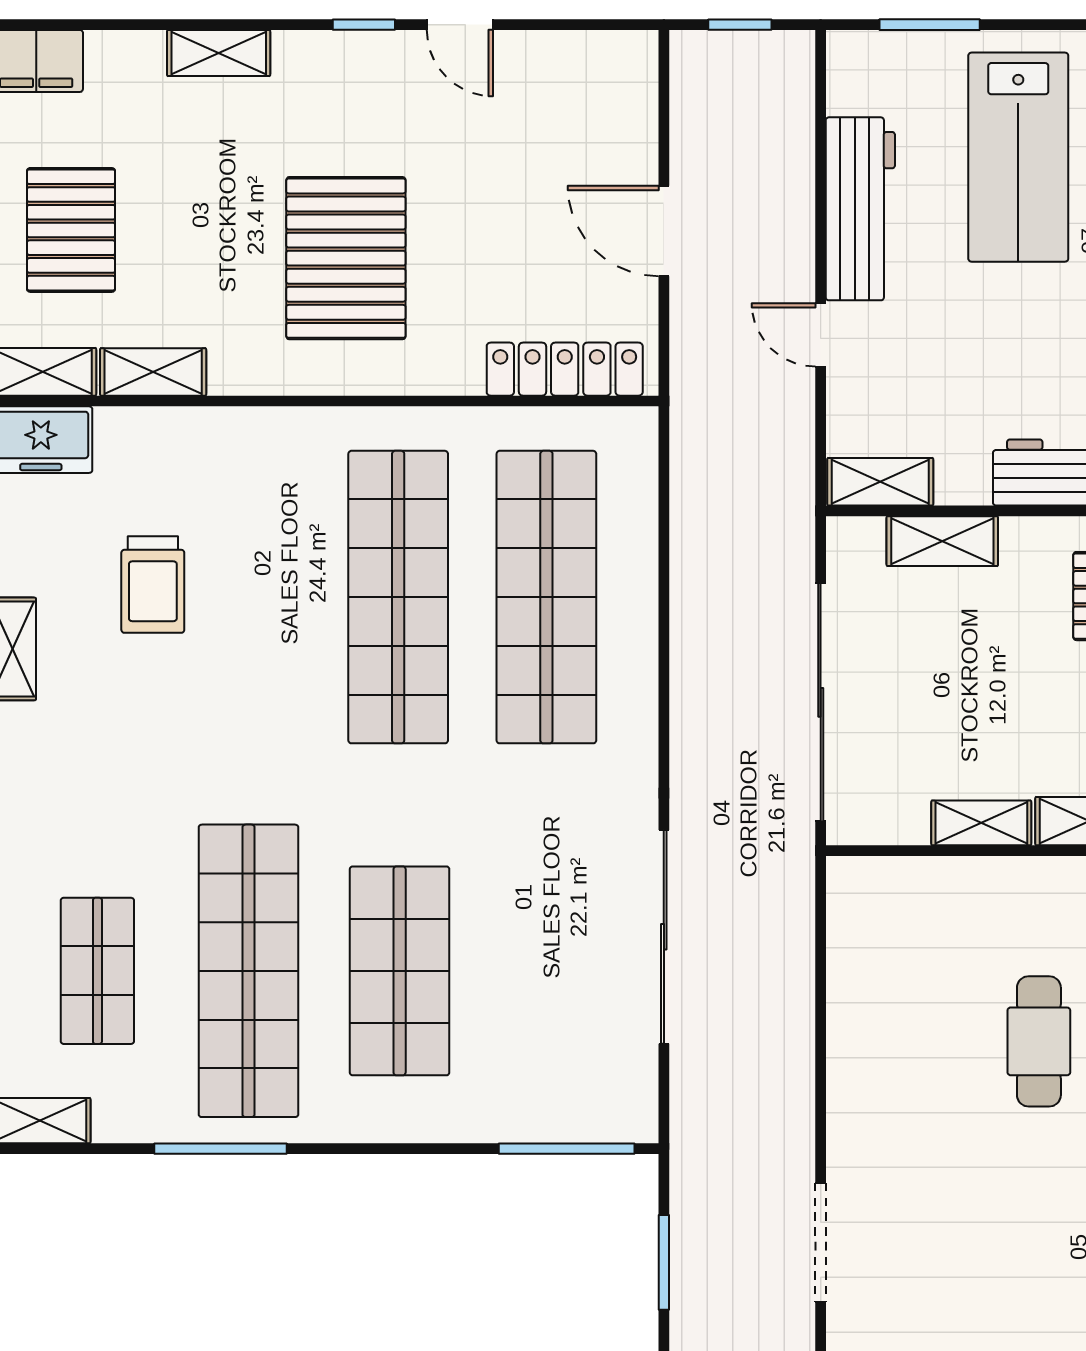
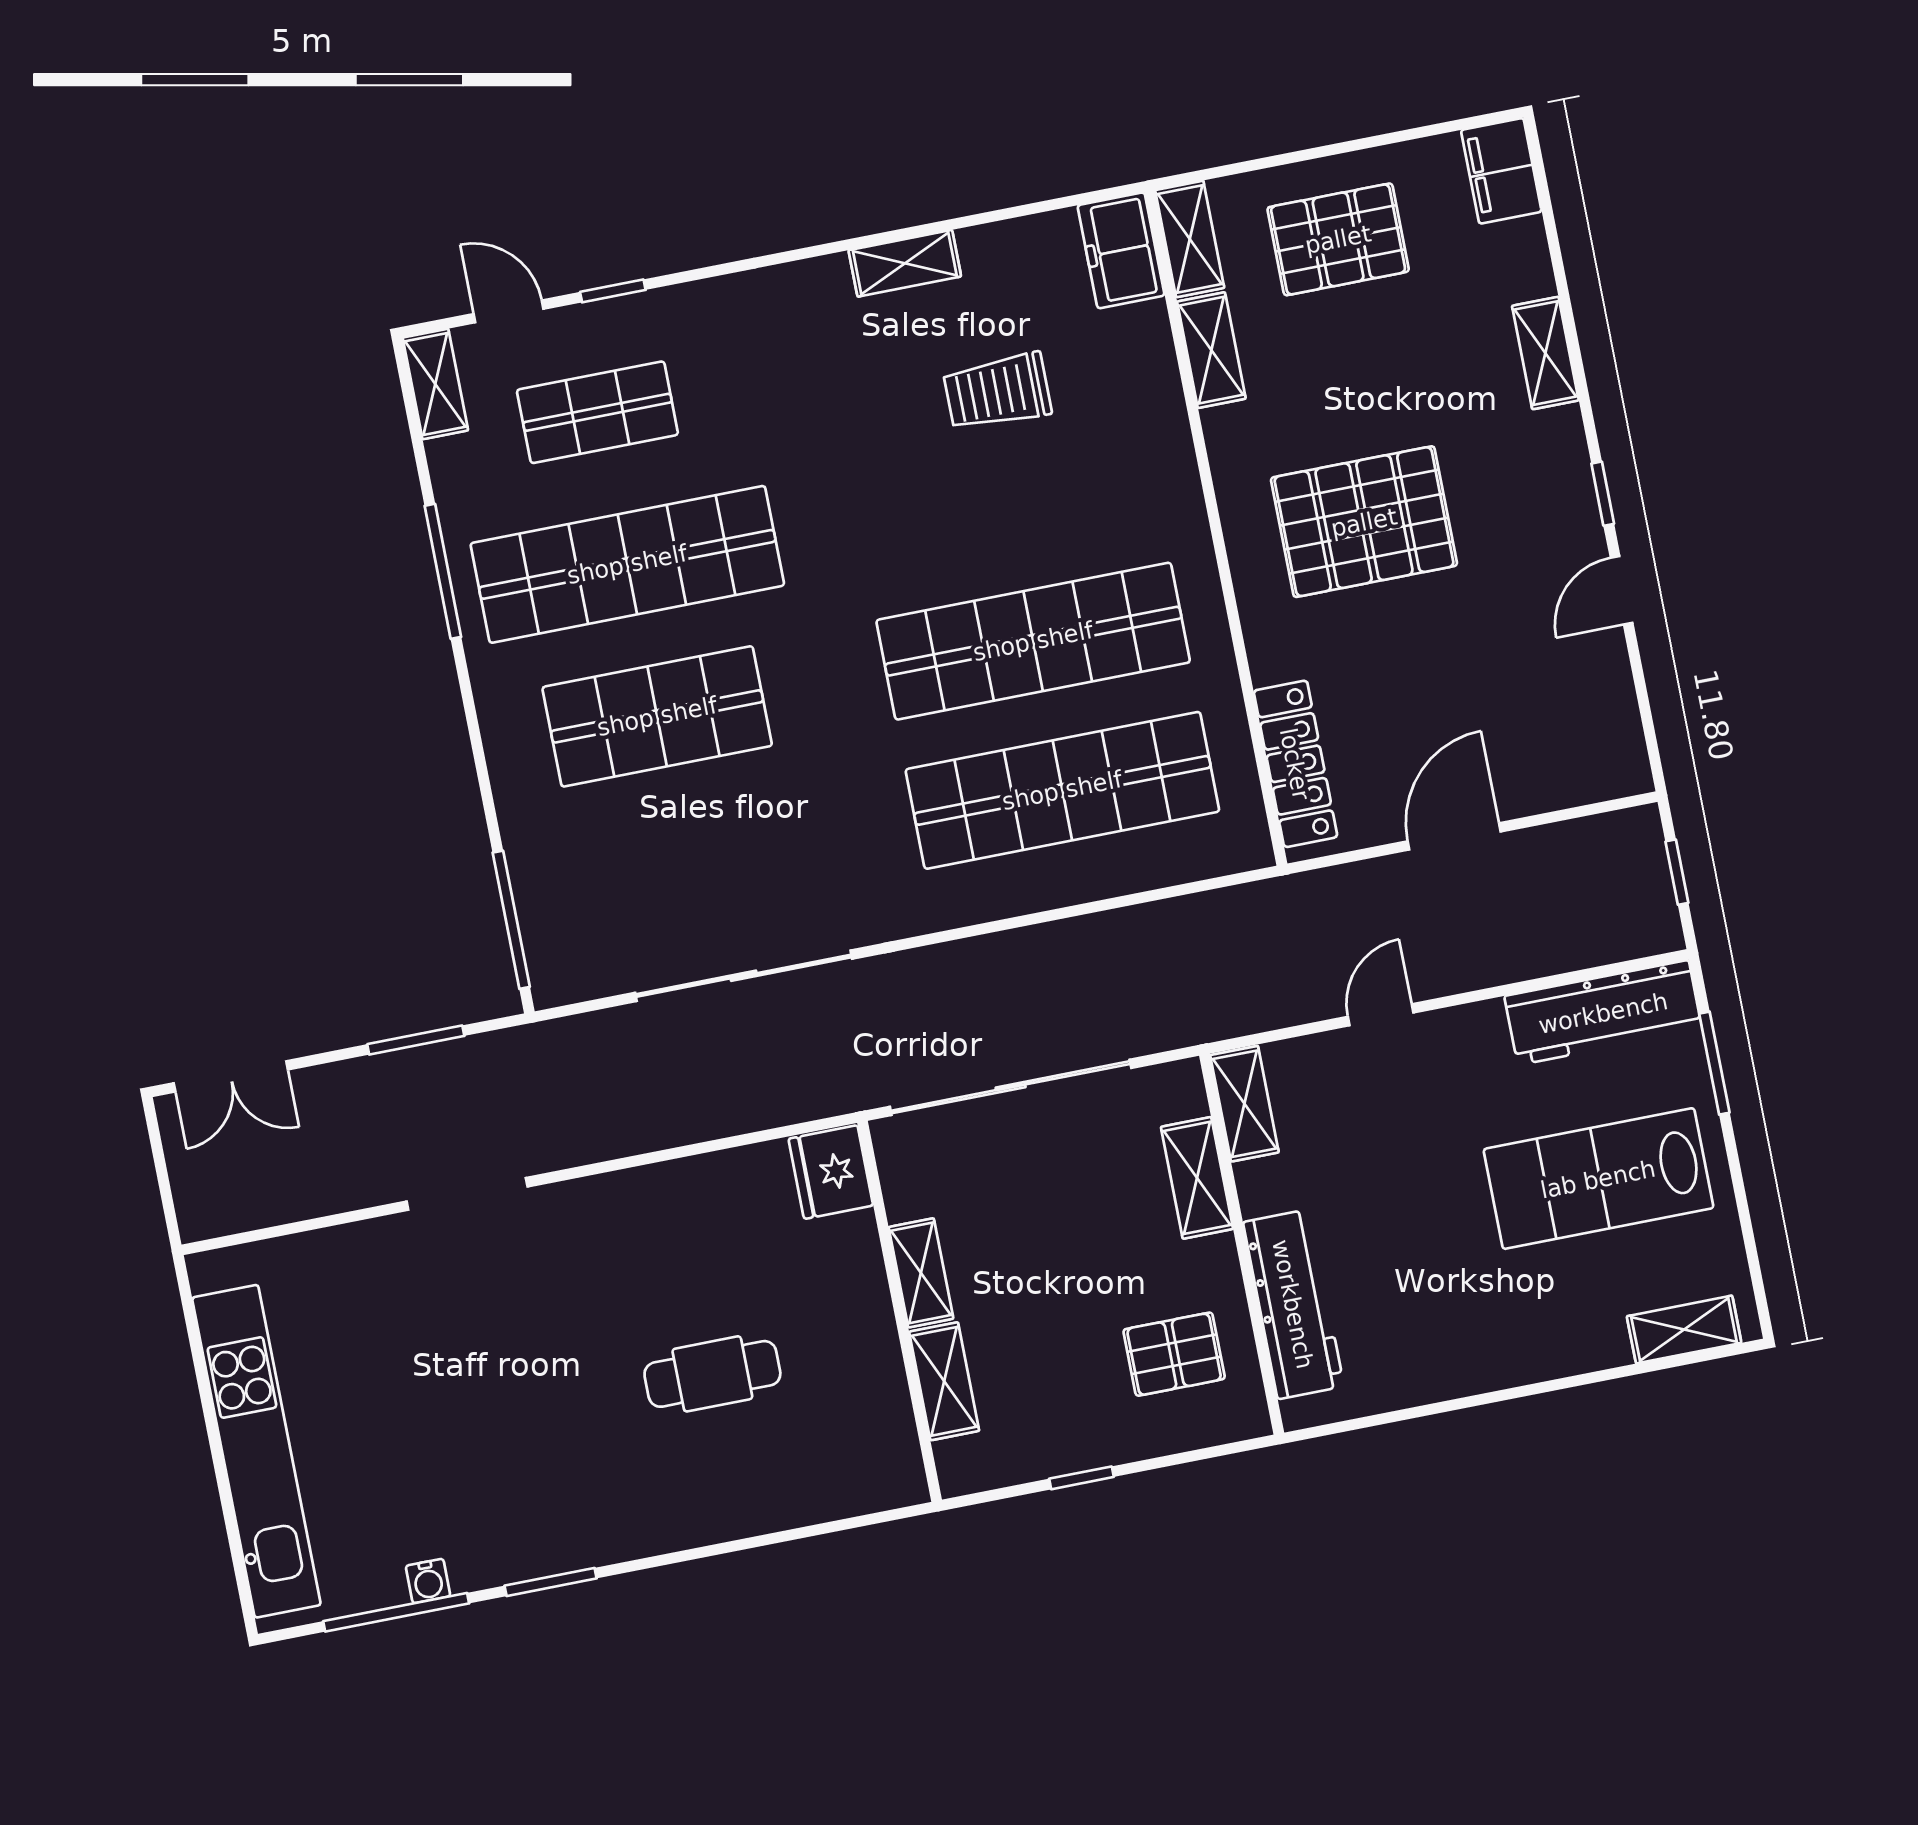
workbench: (860, 209) -> (1603, 1013), moved
fridge: (868, 890) -> (831, 1172), added

